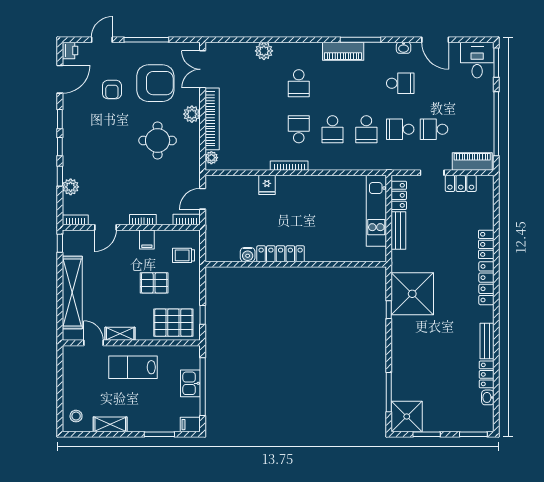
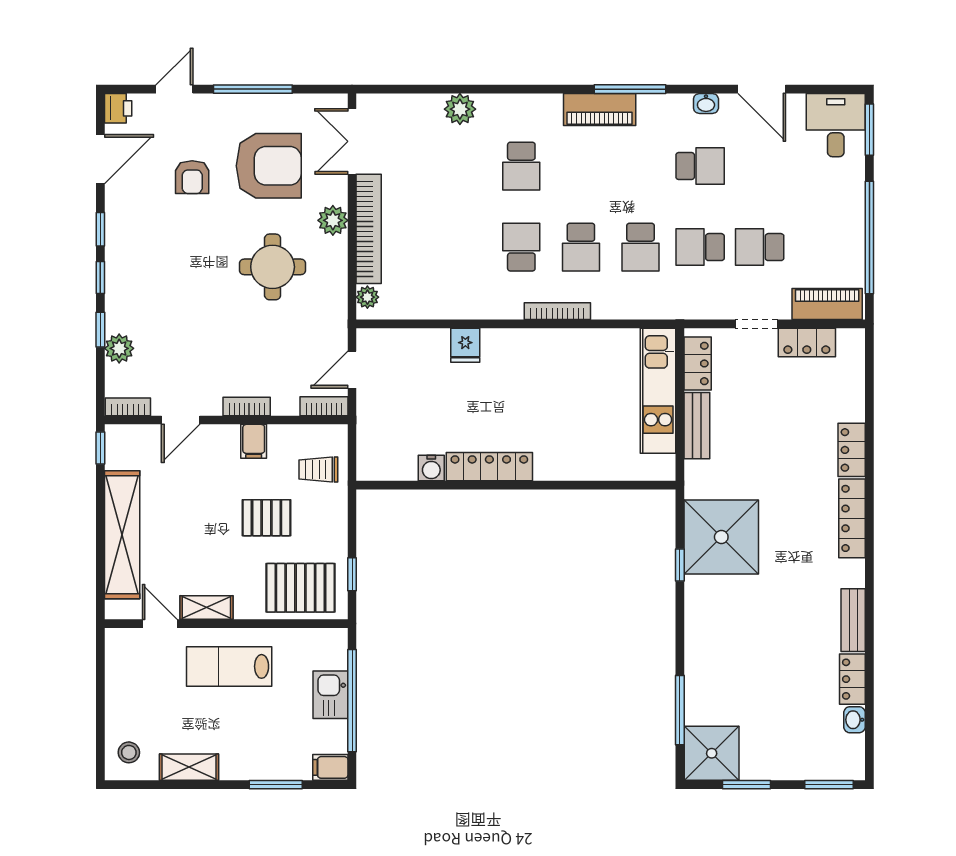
bookcase: (289, 166) -> (557, 311), moved

